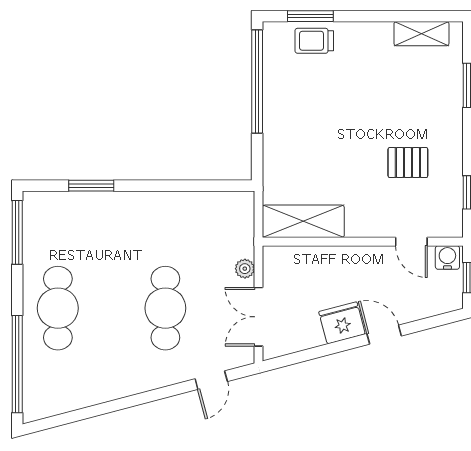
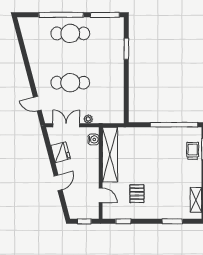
shelving: (303, 221) -> (110, 155), width x1.47
door: (411, 242) -> (101, 195), swing flipped
water cooler: (447, 257) -> (93, 139), moved
fridge: (342, 323) -> (61, 152), moved
window: (17, 364) -> (61, 15), moved

